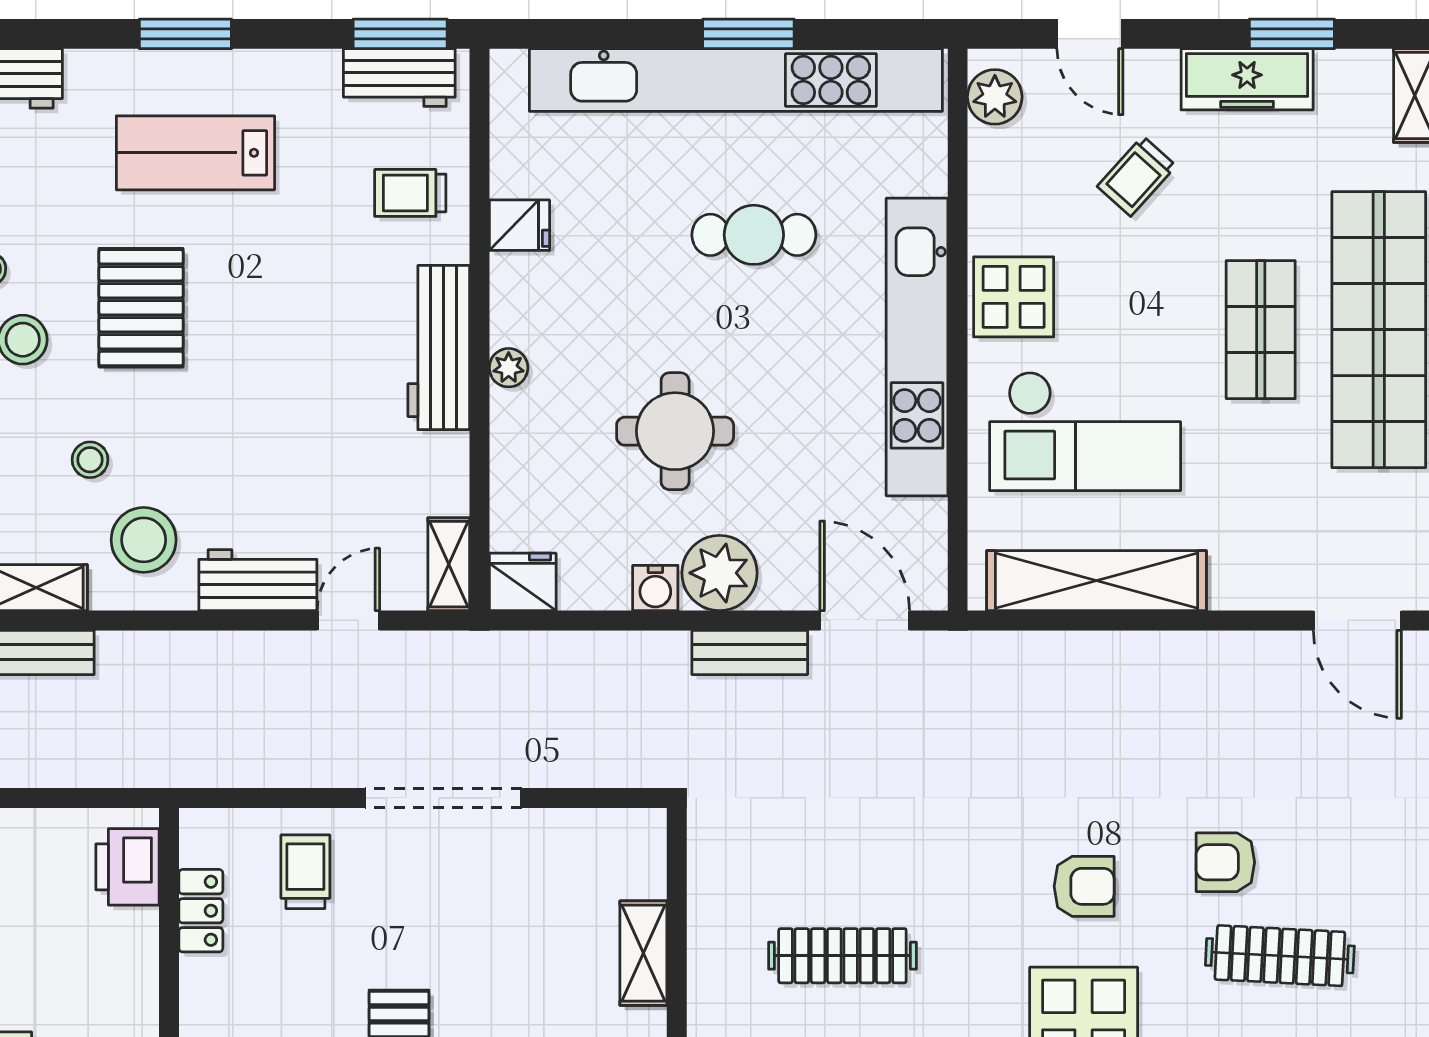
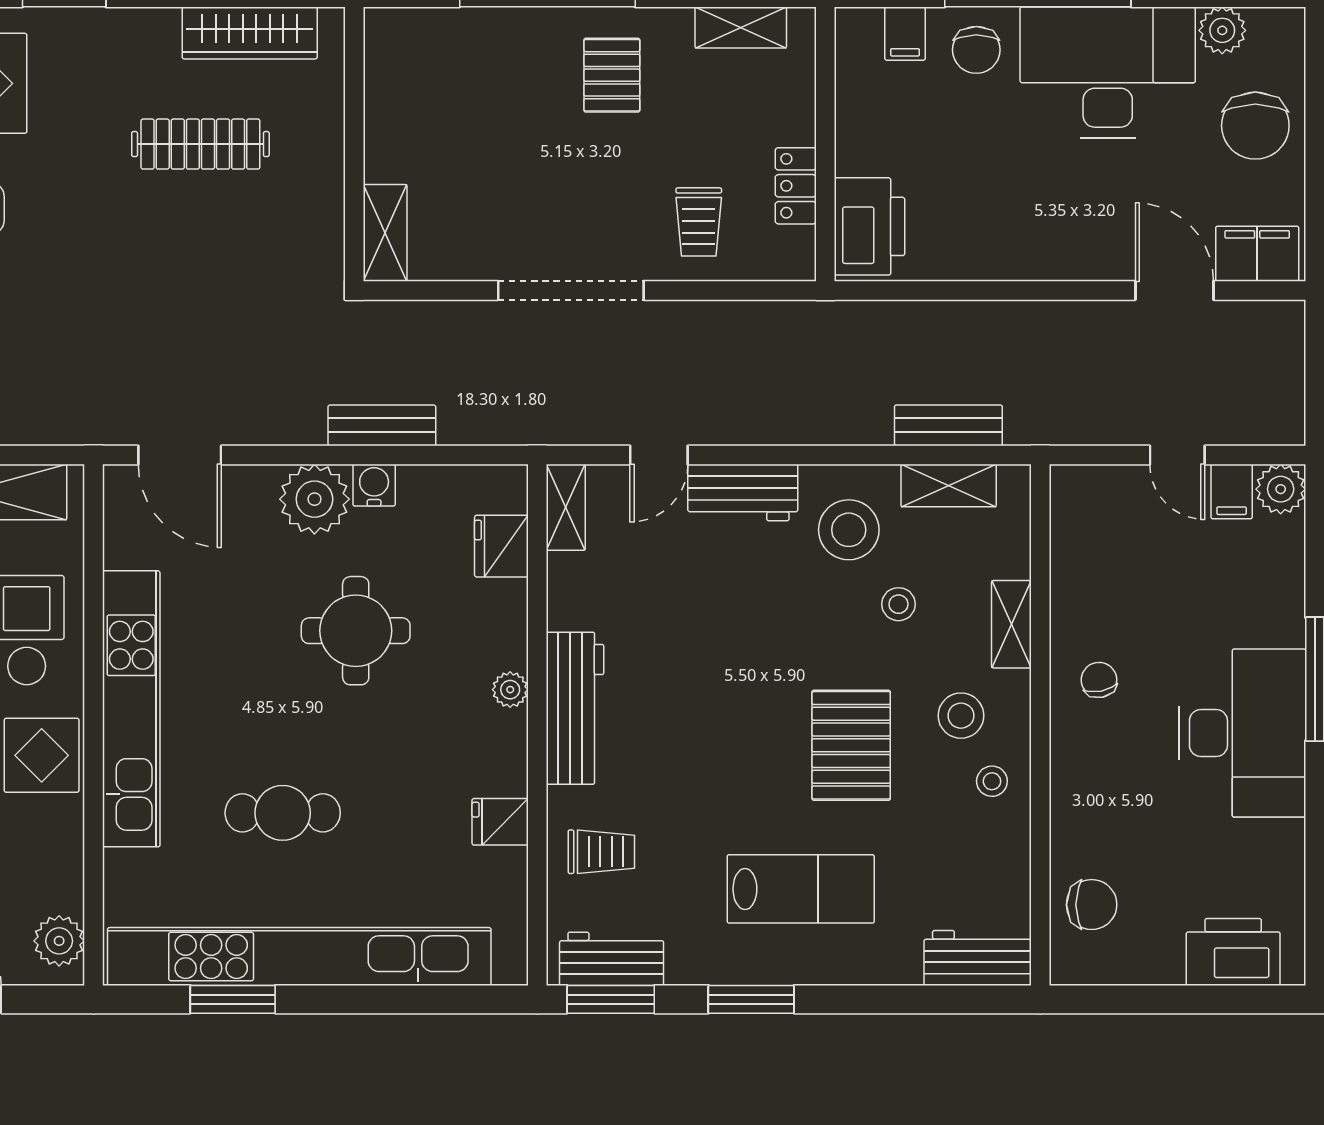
window: (185, 34) -> (751, 999), moved
window: (748, 34) -> (233, 999), moved
fridge: (523, 582) -> (501, 546), moved, turned 90
bench: (750, 652) -> (382, 425), moved
printer: (127, 867) -> (869, 226), width x1.37, depth x1.19
shelving: (643, 953) -> (385, 233), moved

